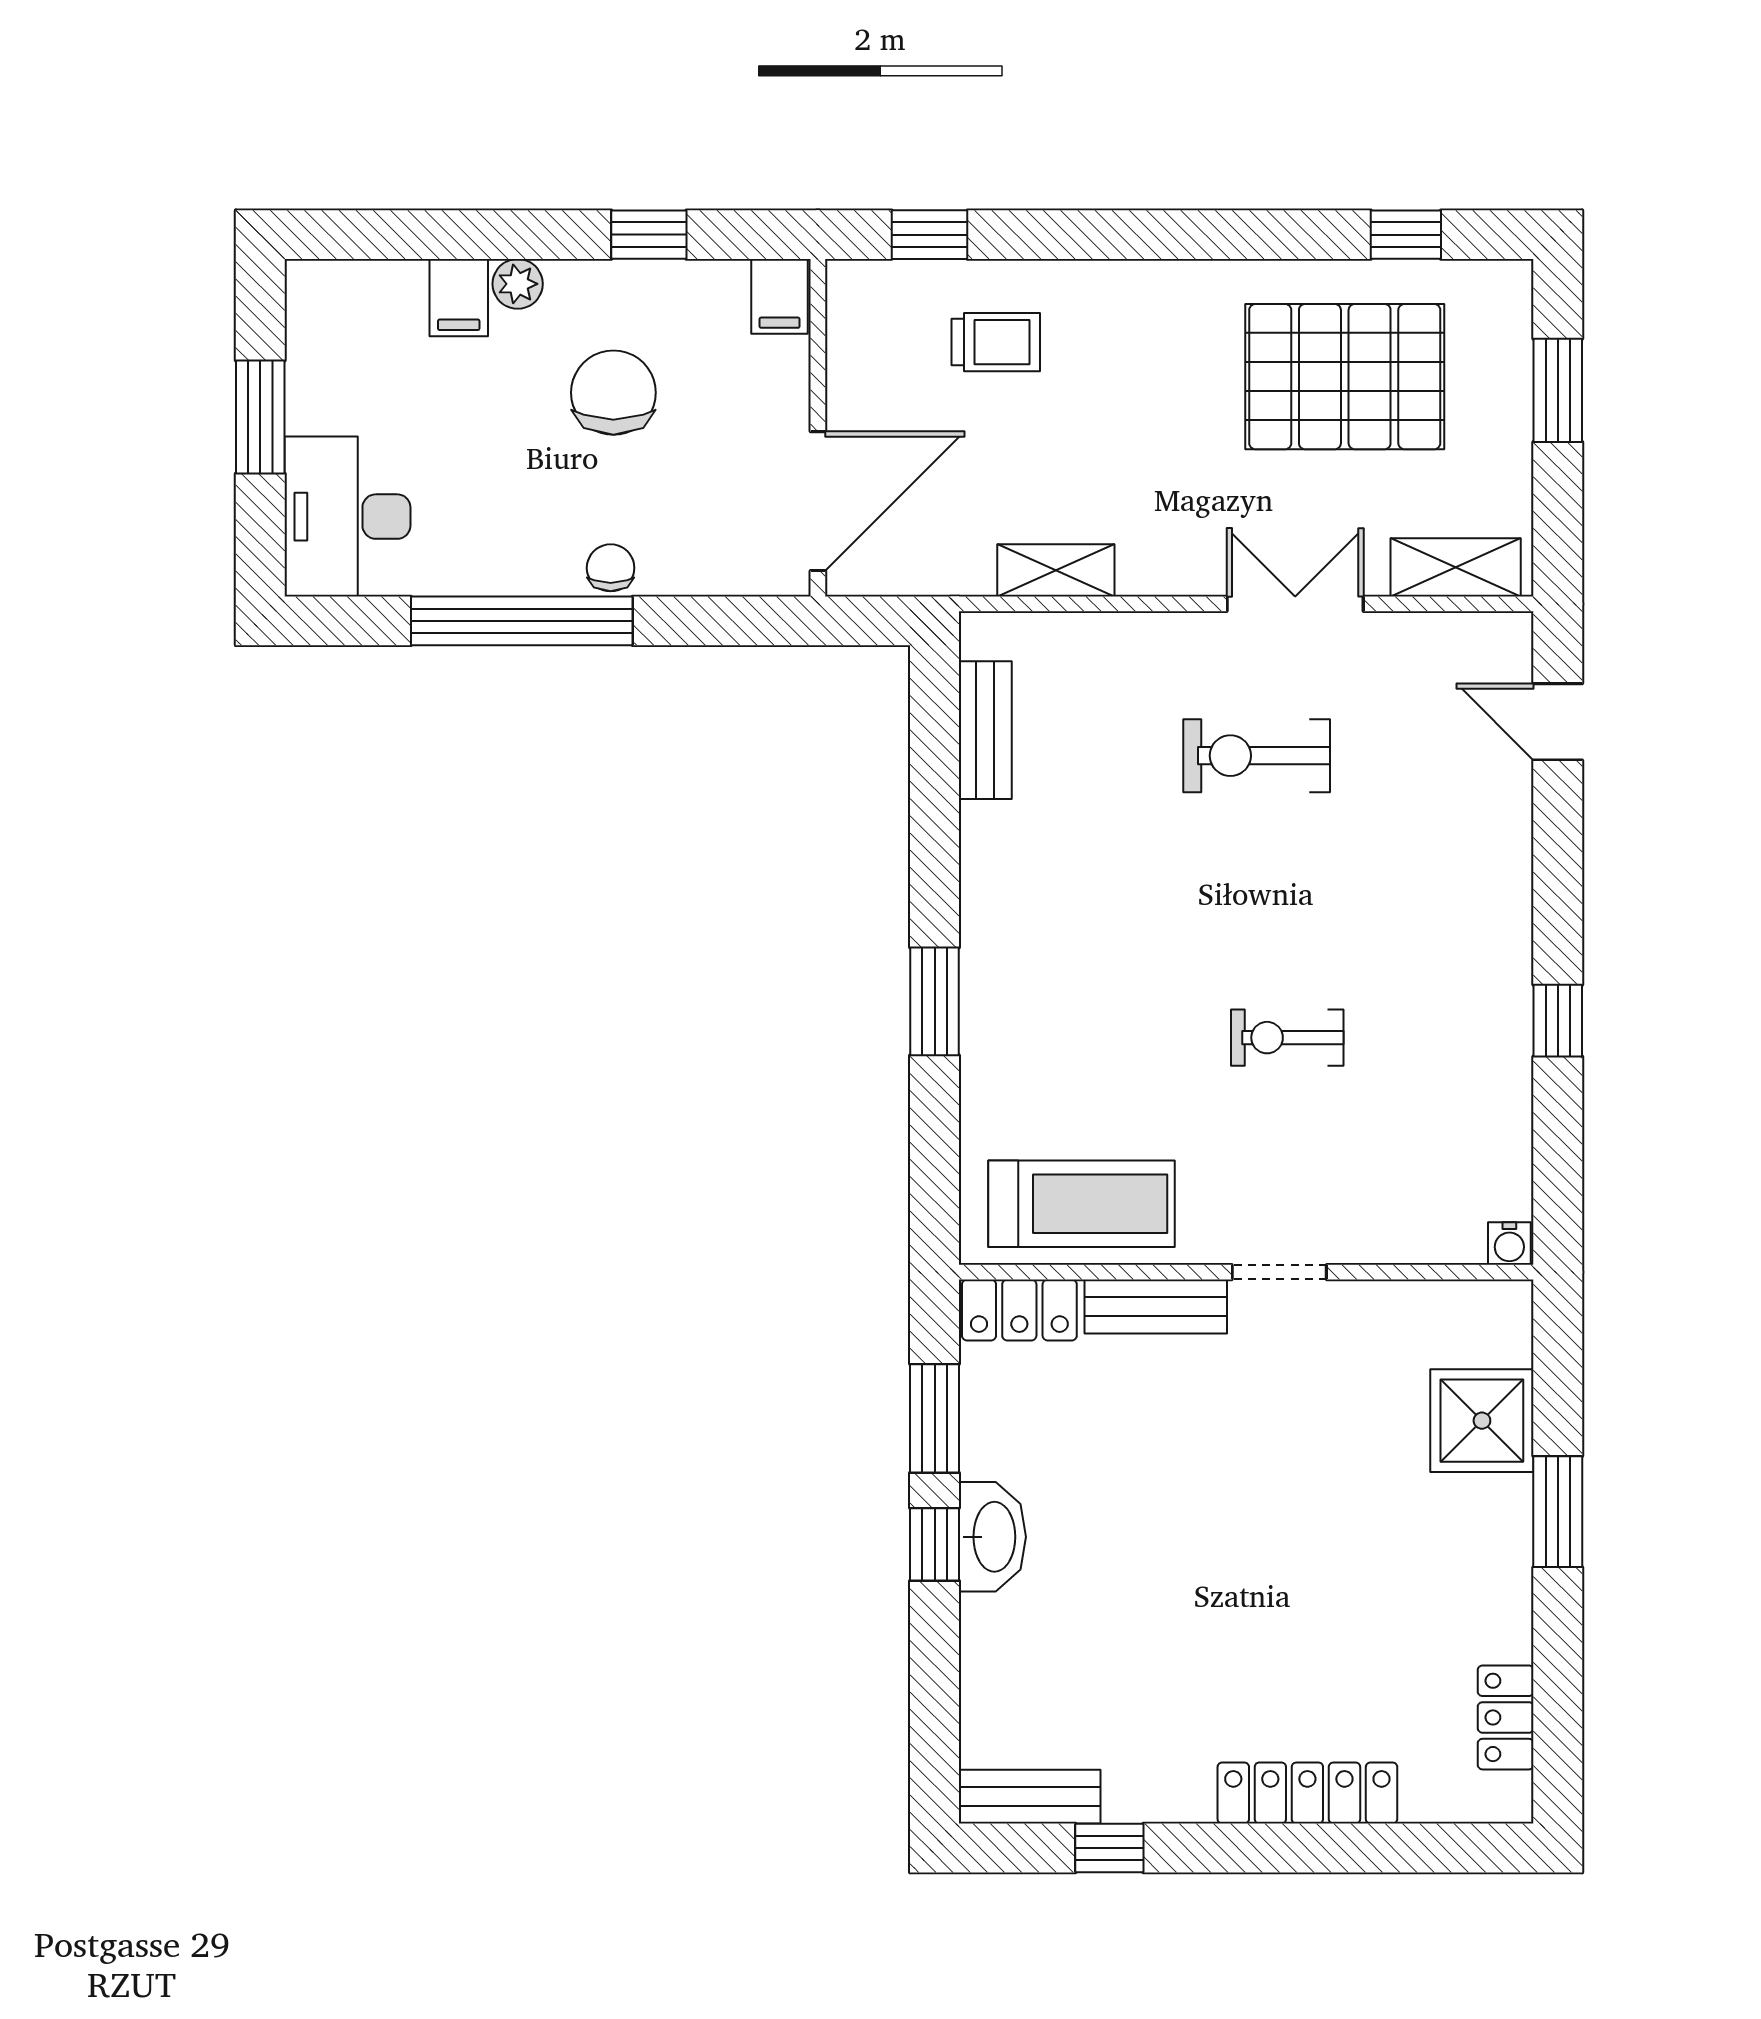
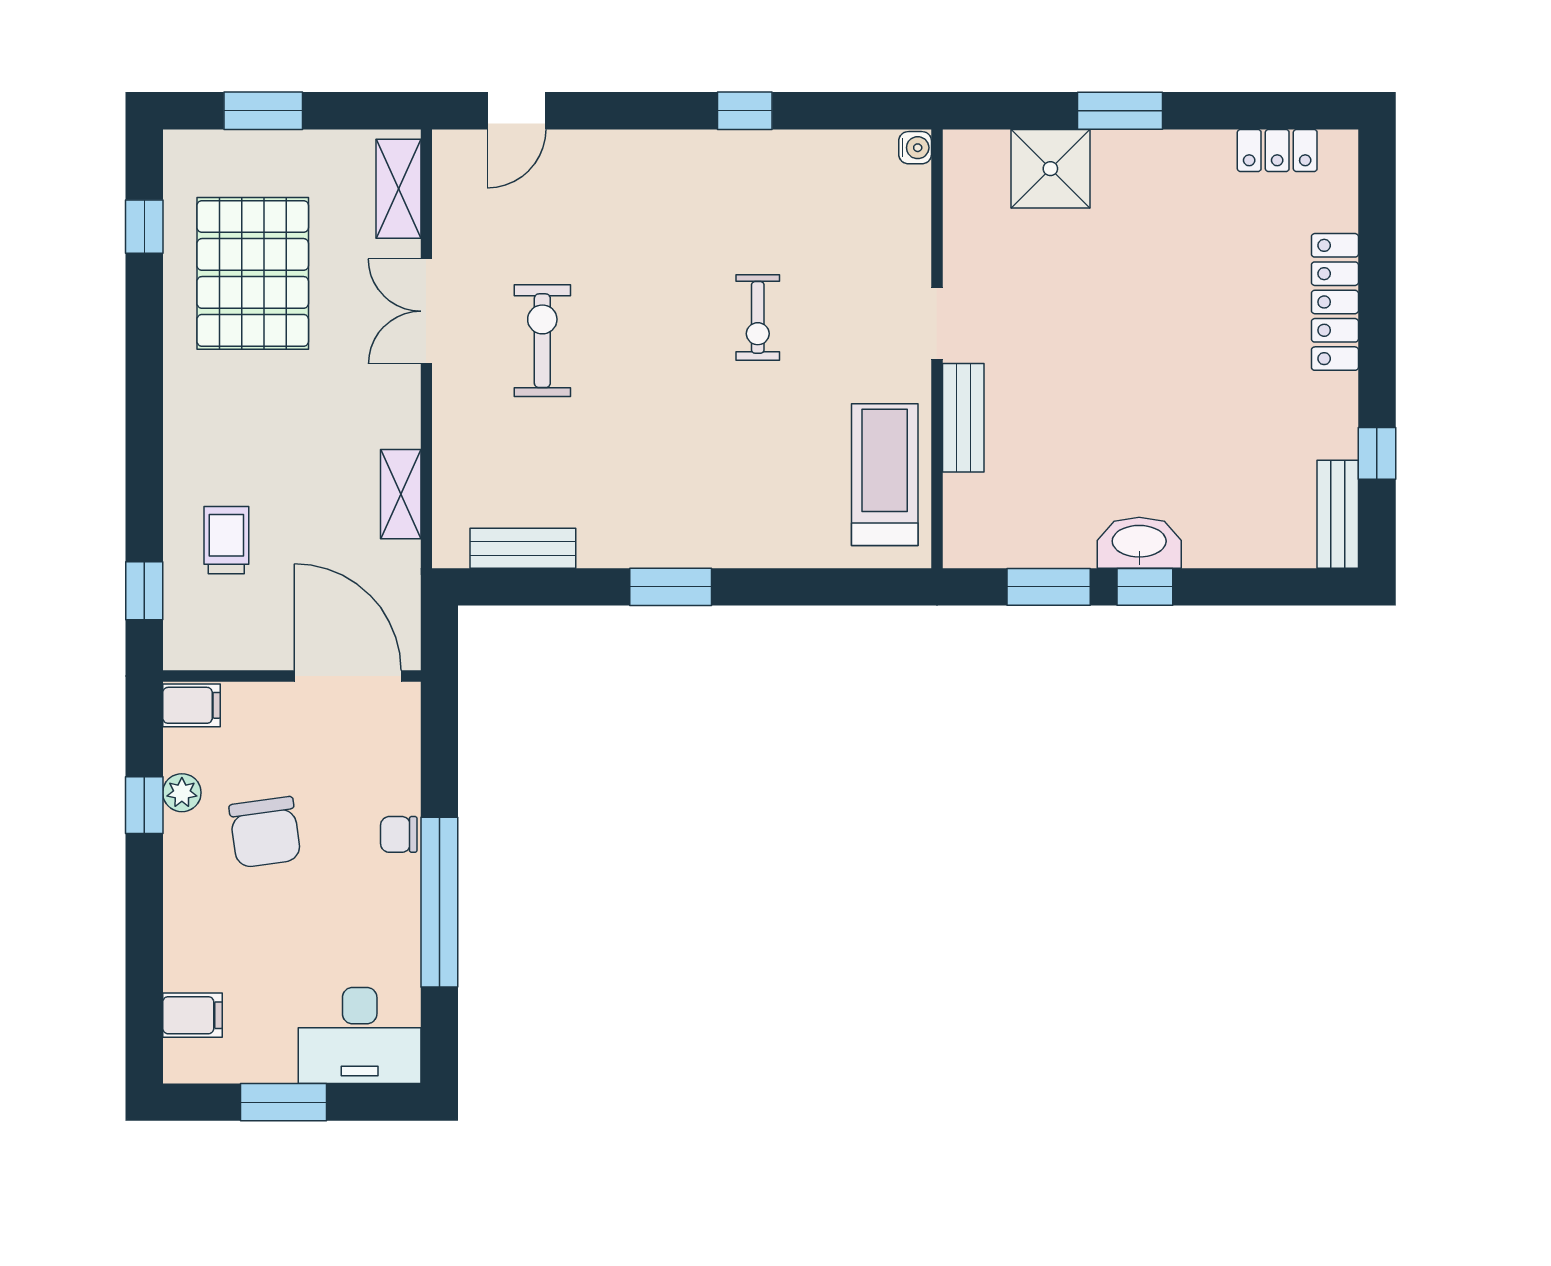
plant: (518, 284) -> (182, 793), moved
filing cabinet: (459, 298) -> (192, 1015), moved
chair: (613, 393) -> (265, 832), turned -98
exercise bike: (1257, 756) -> (542, 341), turned 180
window: (935, 1001) -> (671, 587), moved
locker: (1019, 1310) -> (966, 522), removed

